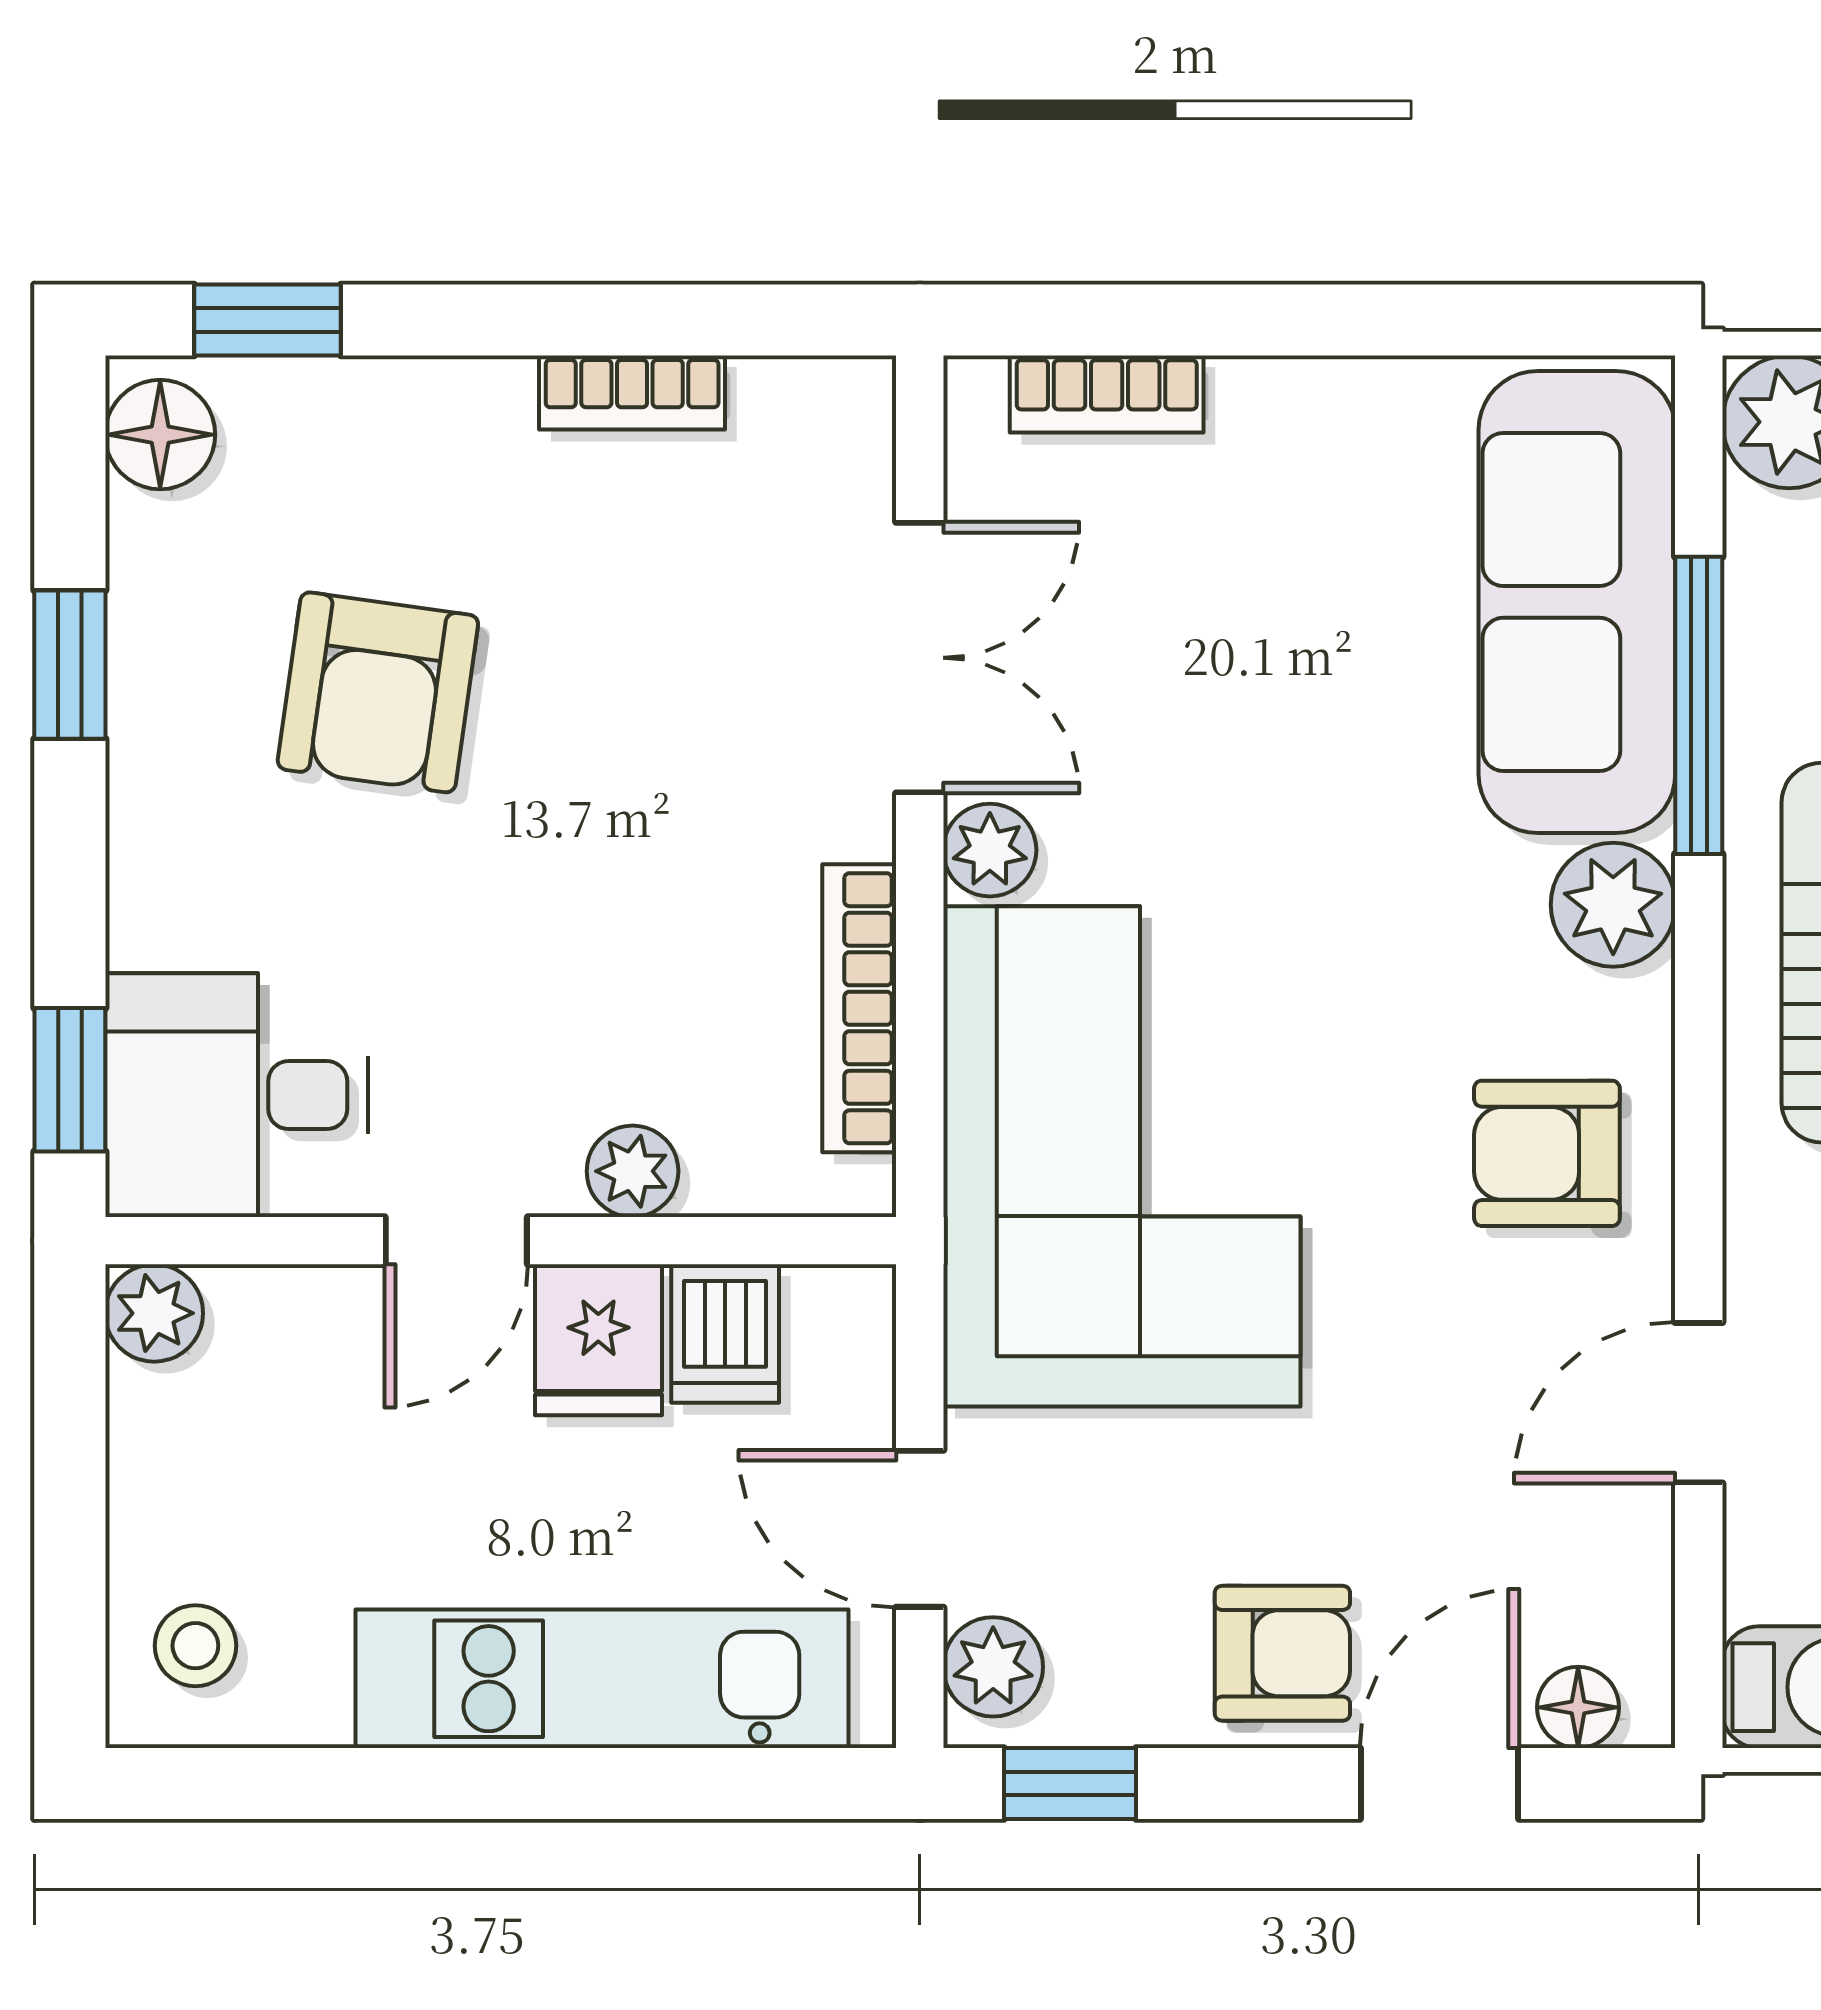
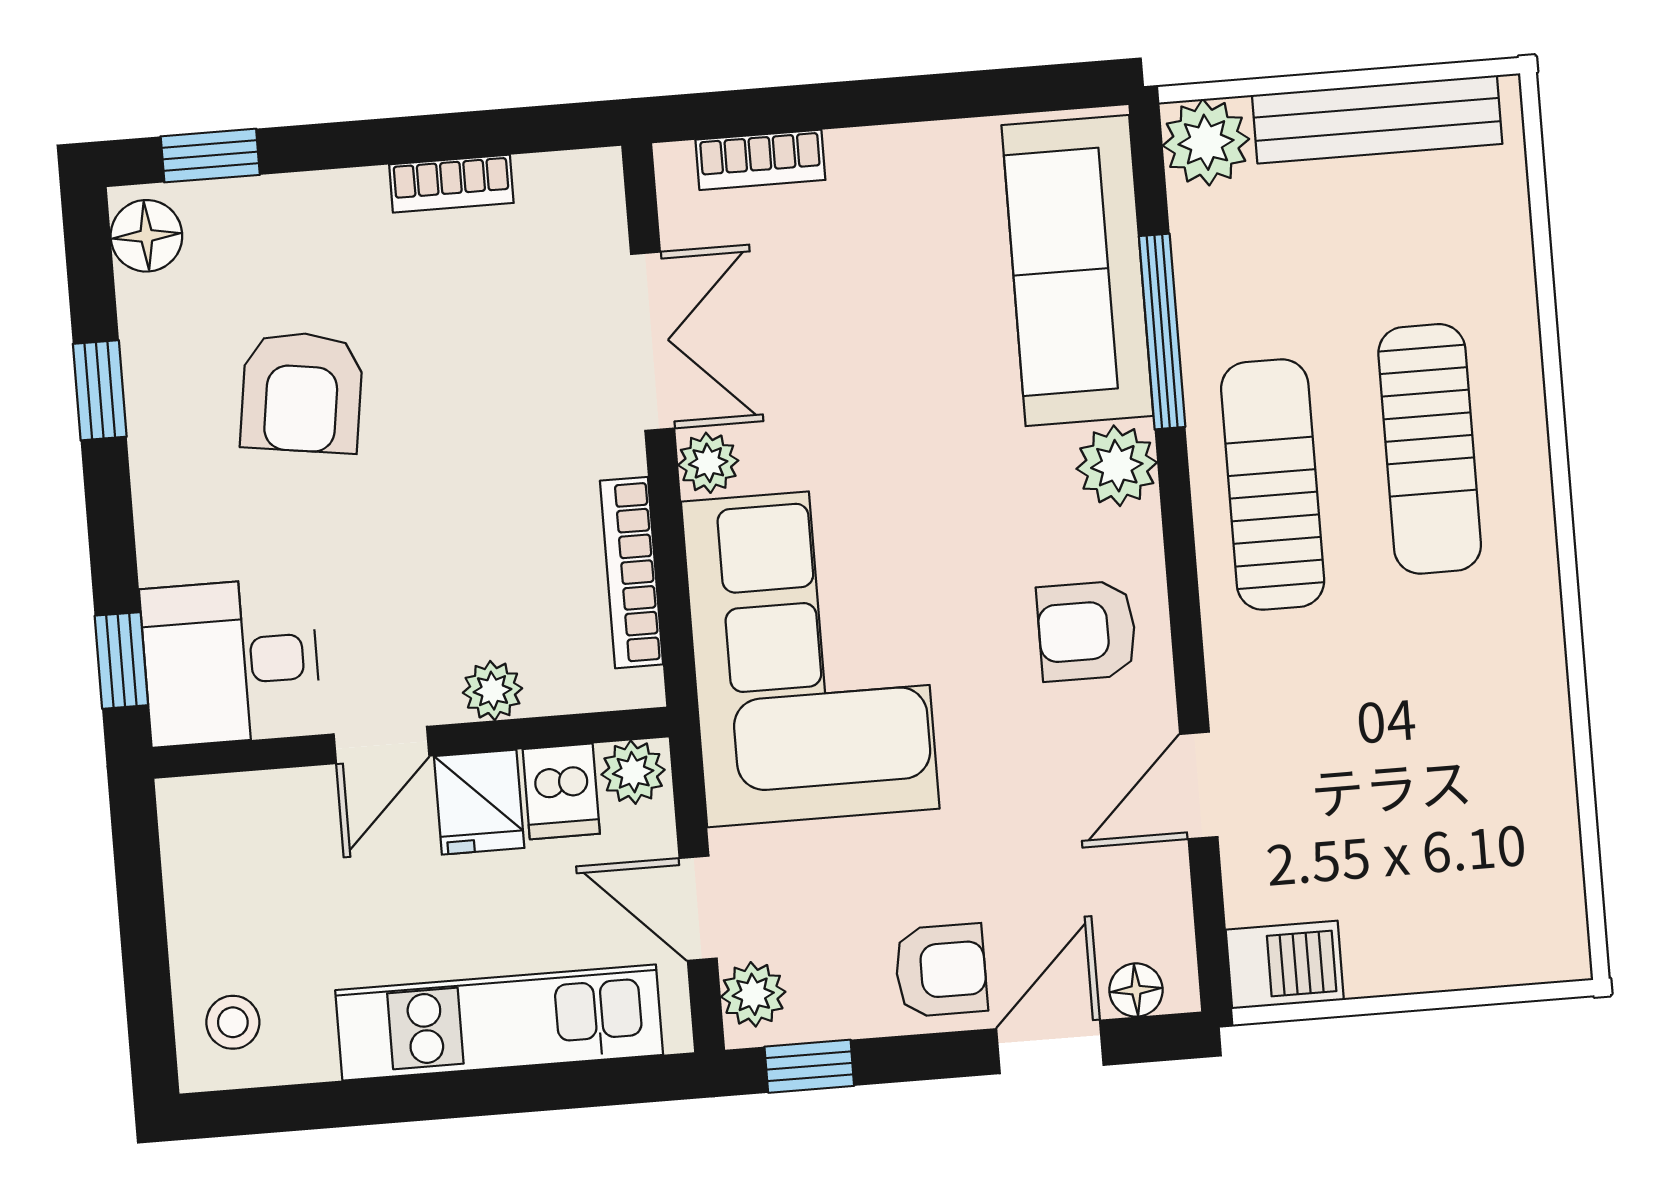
plant: (154, 1313) -> (633, 772), moved

